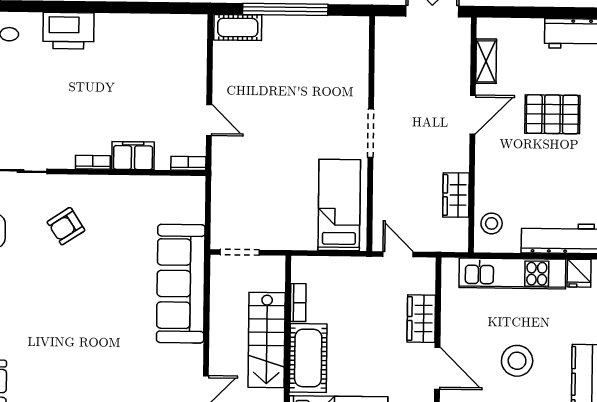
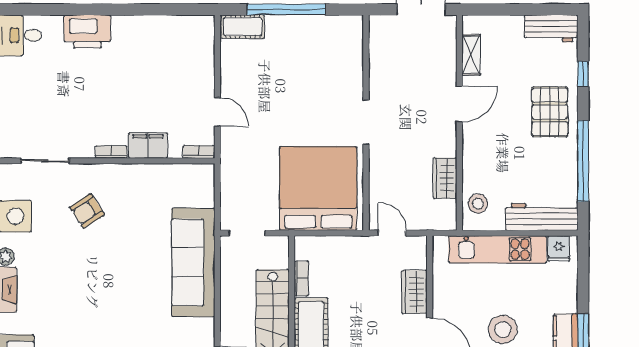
pallet: (552, 114) -> (550, 112), moved, turned 90
bed: (339, 205) -> (318, 188), width x2.04

